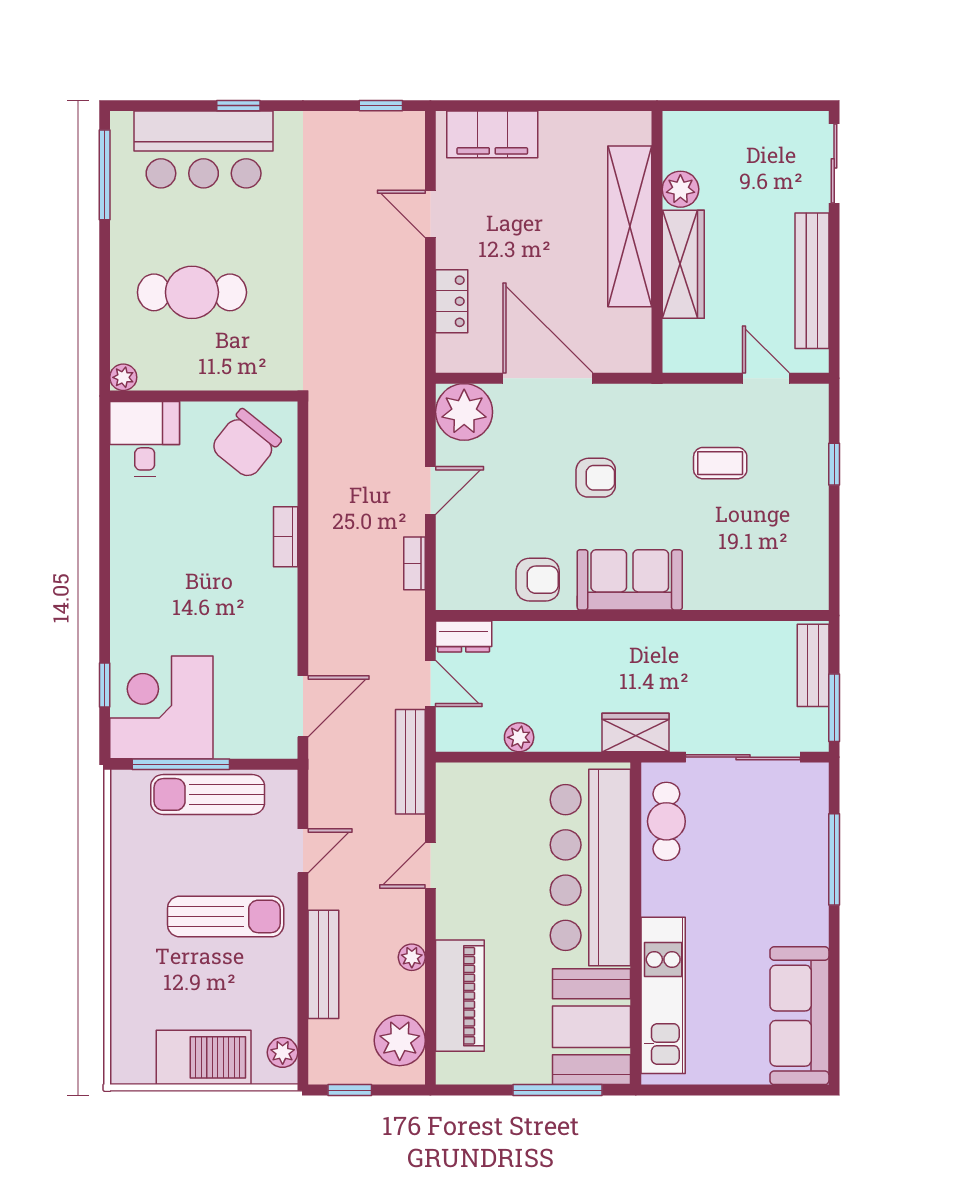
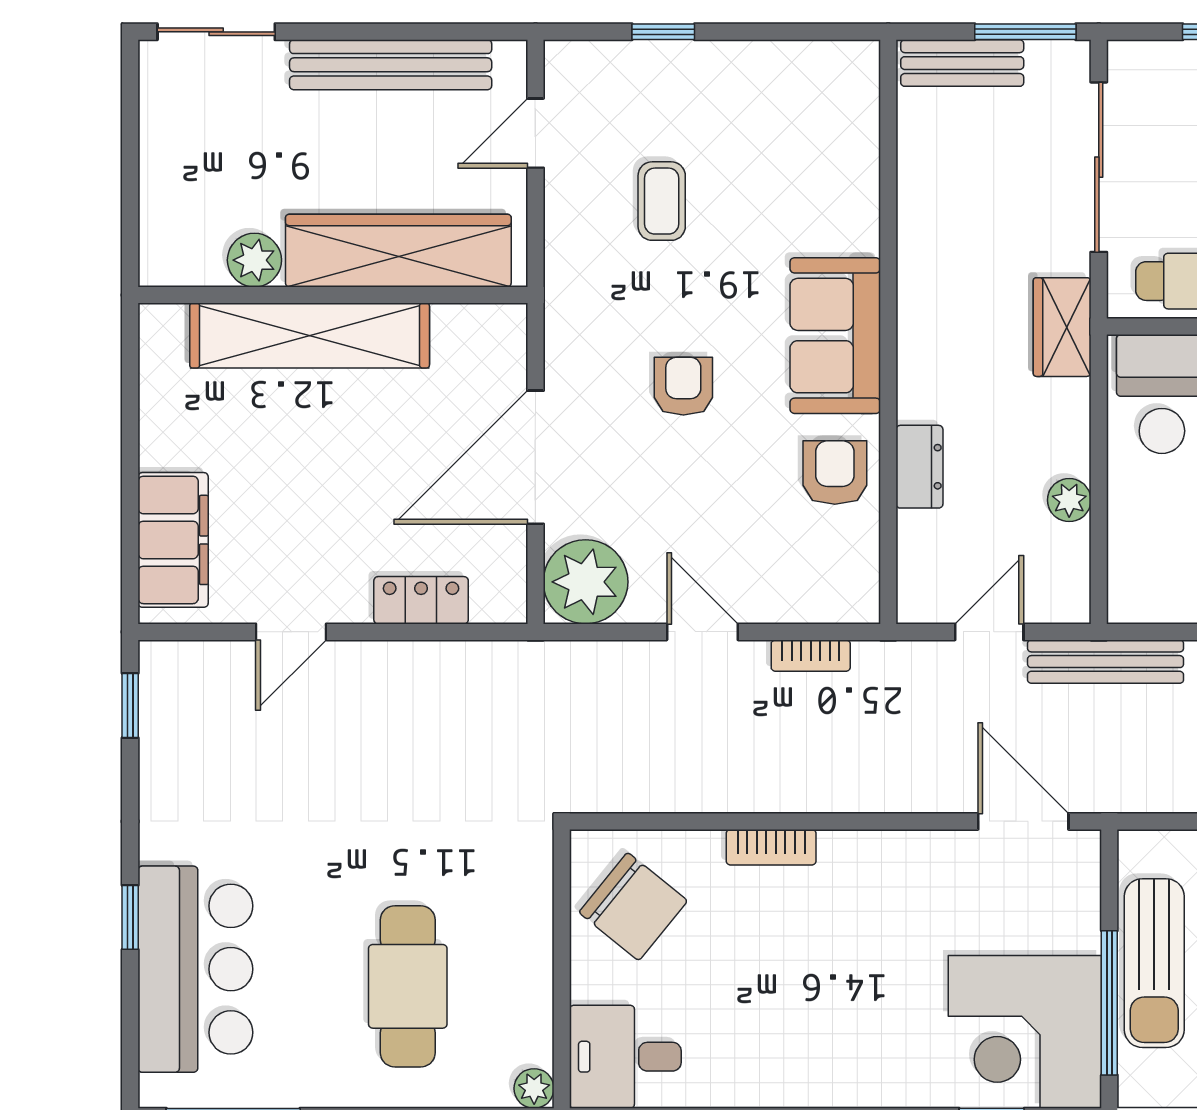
wardrobe: (683, 264) -> (398, 251), width x1.40, depth x1.17
dresser: (464, 637) -> (919, 467), moved

